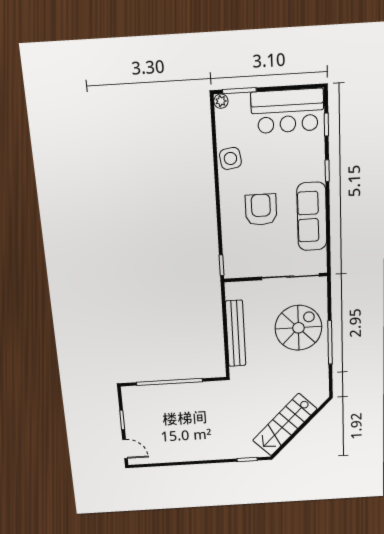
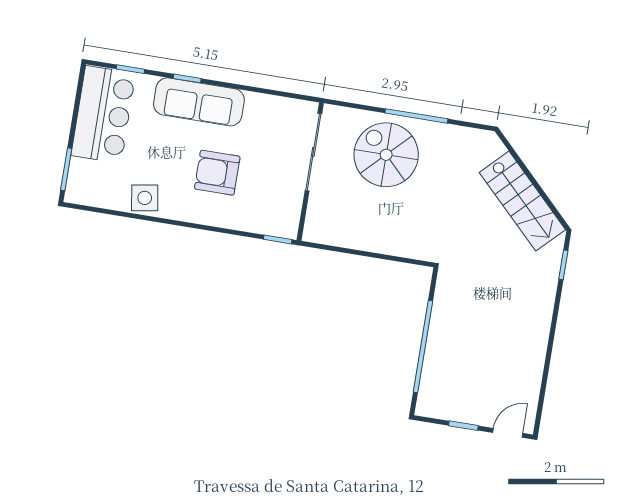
plant: (221, 101) -> (73, 195), removed
sofa: (312, 216) -> (199, 102), moved
bench: (236, 333) -> (375, 241), removed

